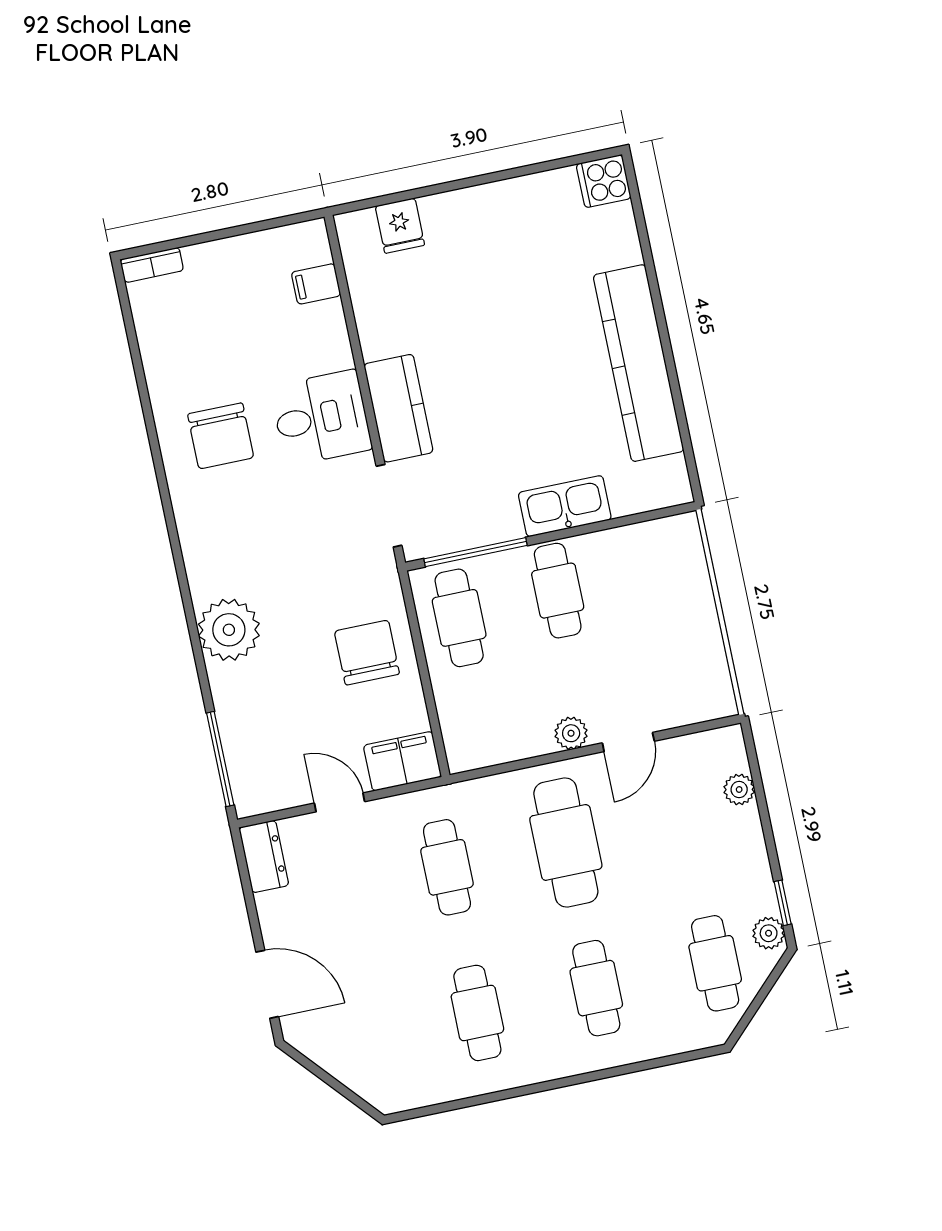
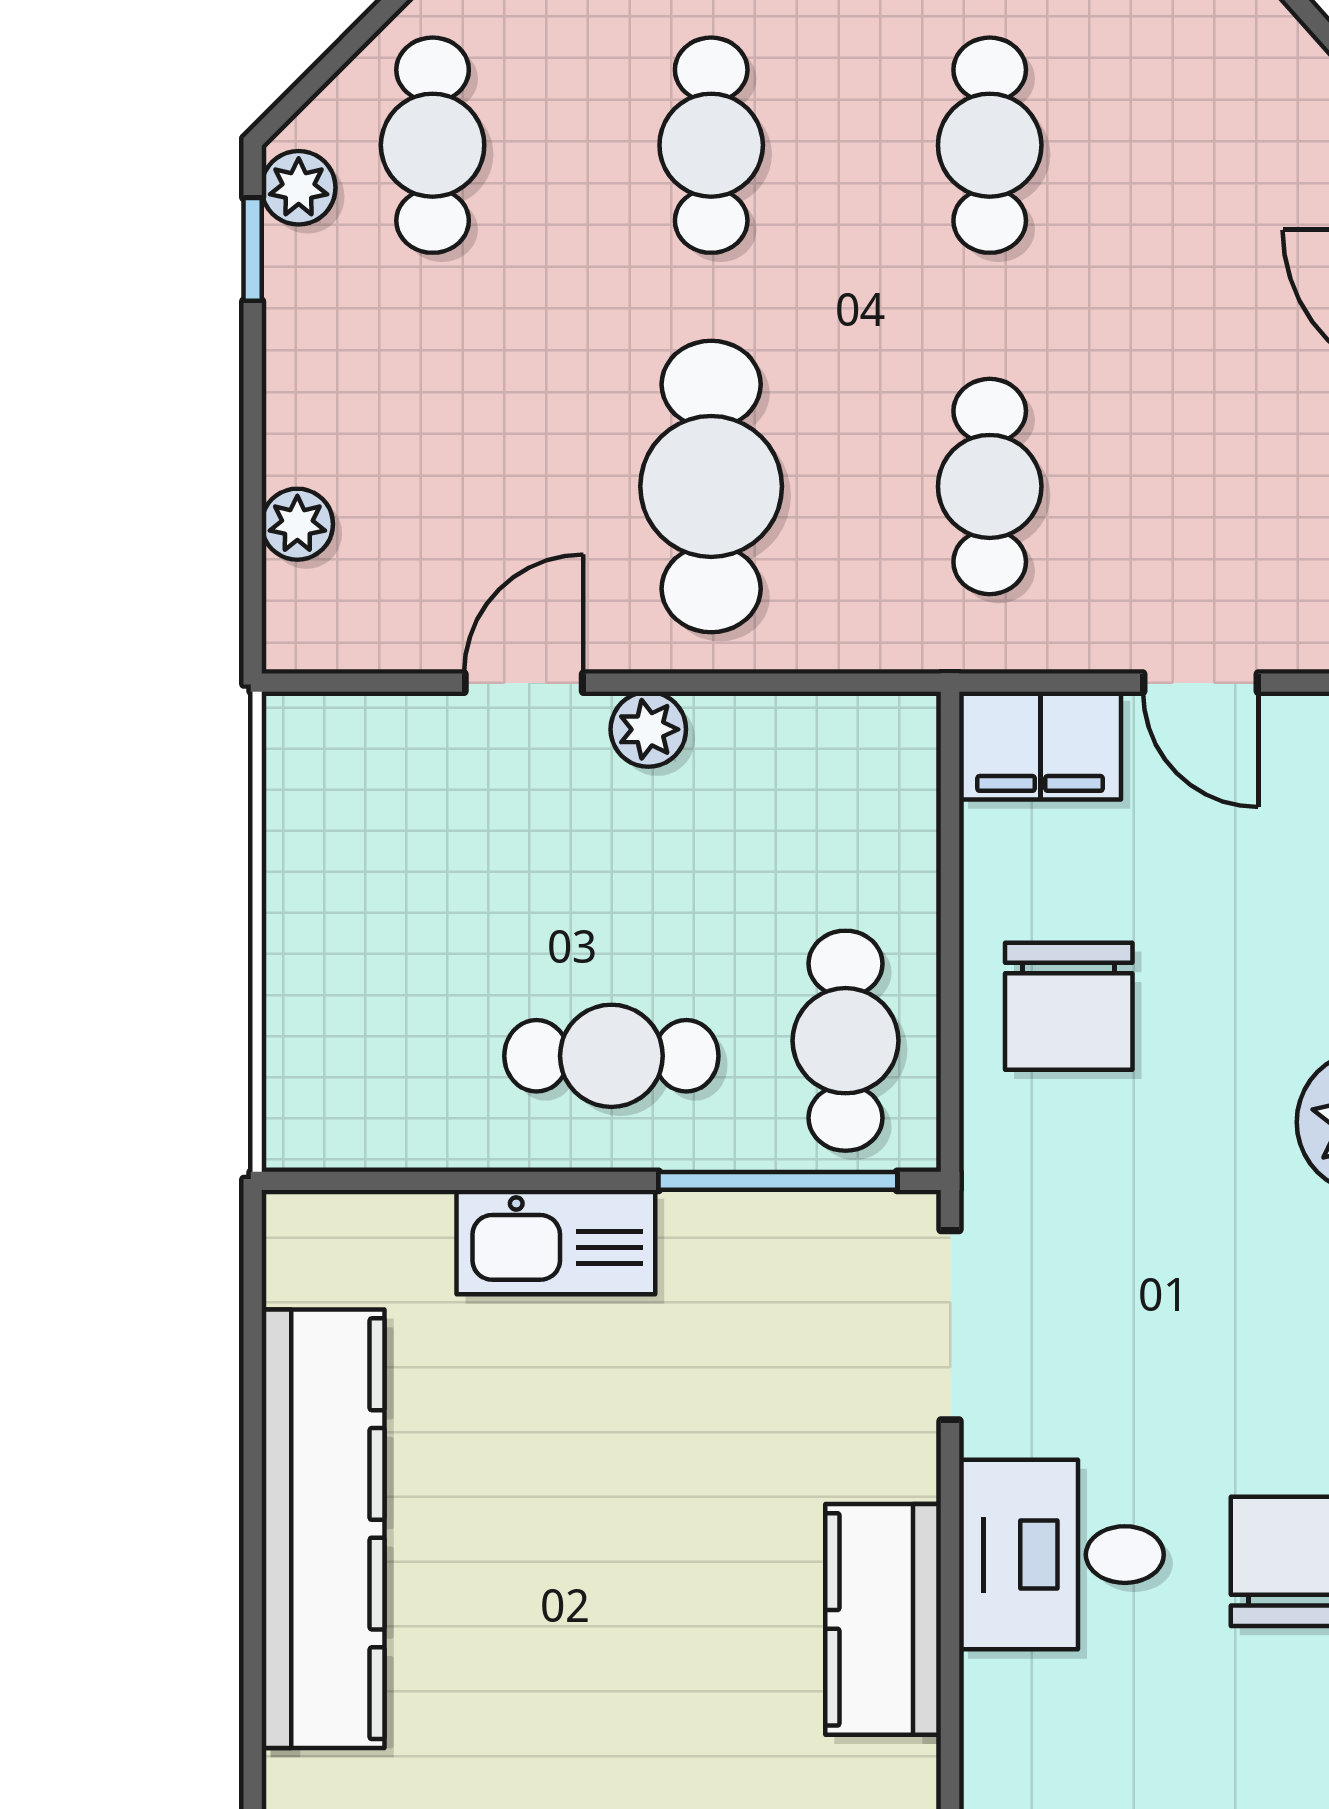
kitchen counter: (398, 408) -> (883, 1619), moved
cafe table: (558, 591) -> (611, 1056), turned 90

